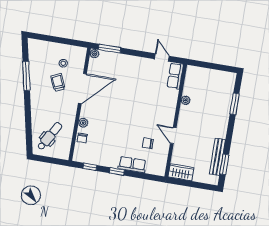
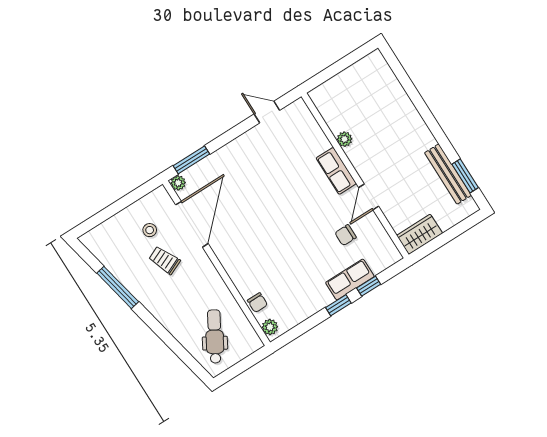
row of seats: (175, 76) -> (336, 171), moved
door: (82, 89) -> (192, 224), moved
window: (235, 104) -> (410, 88), removed
plant: (83, 123) -> (270, 327), moved
door: (173, 135) -> (369, 197), hinge flipped
window: (90, 167) -> (369, 286), moved

